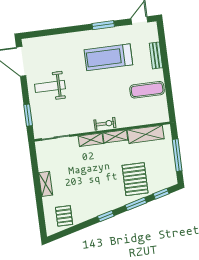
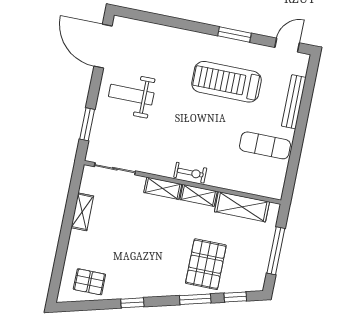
bench: (156, 55) -> (294, 102), width x1.36
shelving: (46, 184) -> (82, 212), moved
pallet: (64, 216) -> (89, 282), turned 90
window: (106, 216) -> (132, 303), moved

